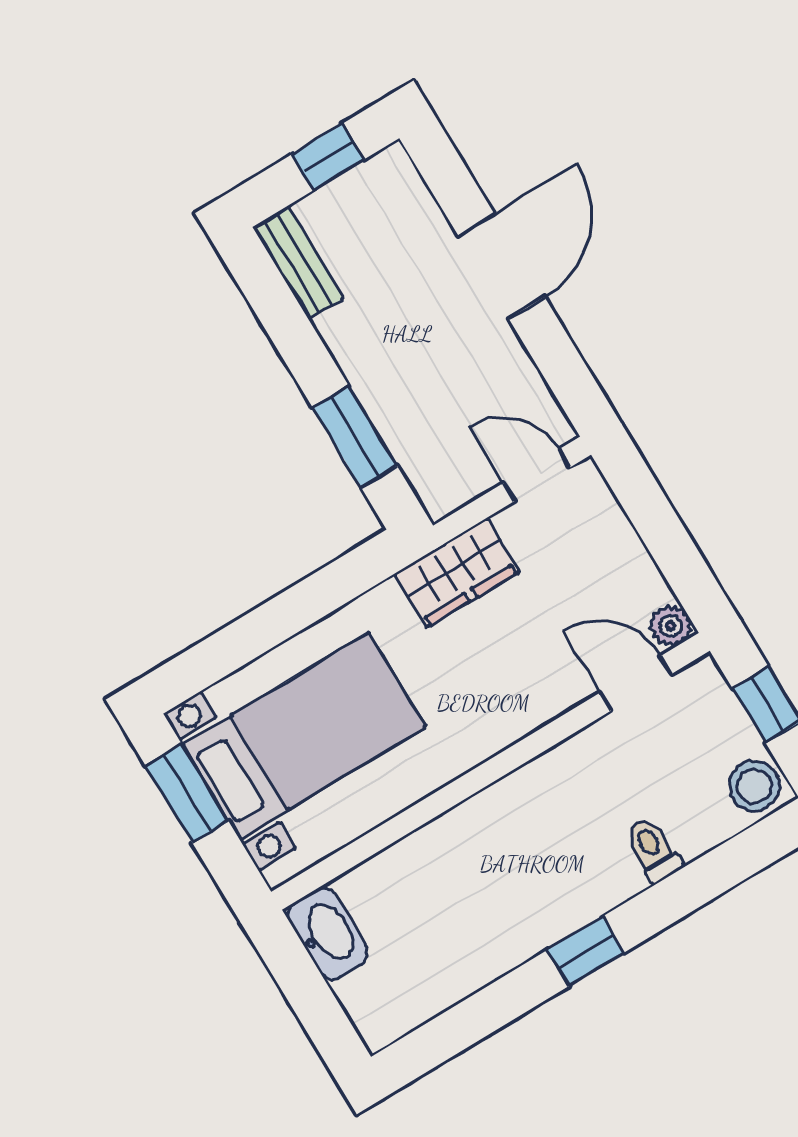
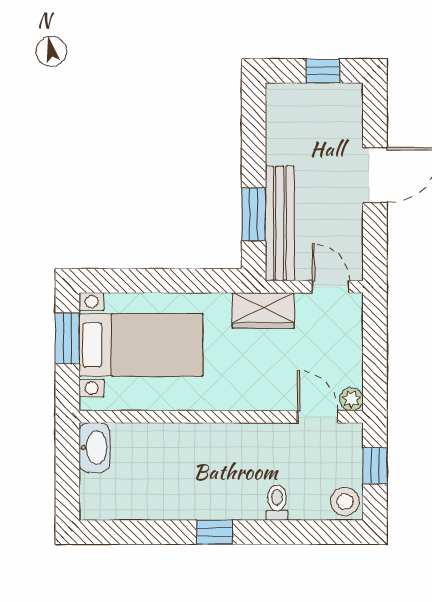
bench: (298, 263) -> (280, 223), moved, width x1.86, depth x1.21

